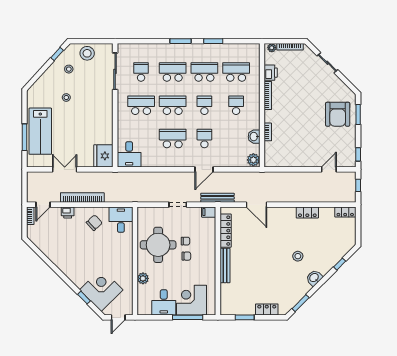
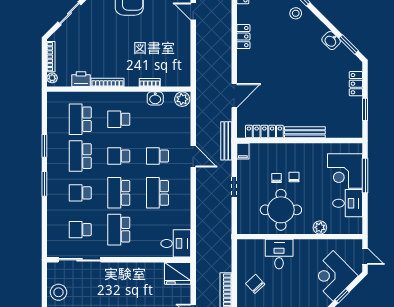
school desk: (173, 72) -> (80, 193), width x0.54
desk: (121, 220) -> (279, 254), moved, turned 90
stool: (298, 256) -> (296, 13), moved
washbasin: (314, 278) -> (331, 41), moved

